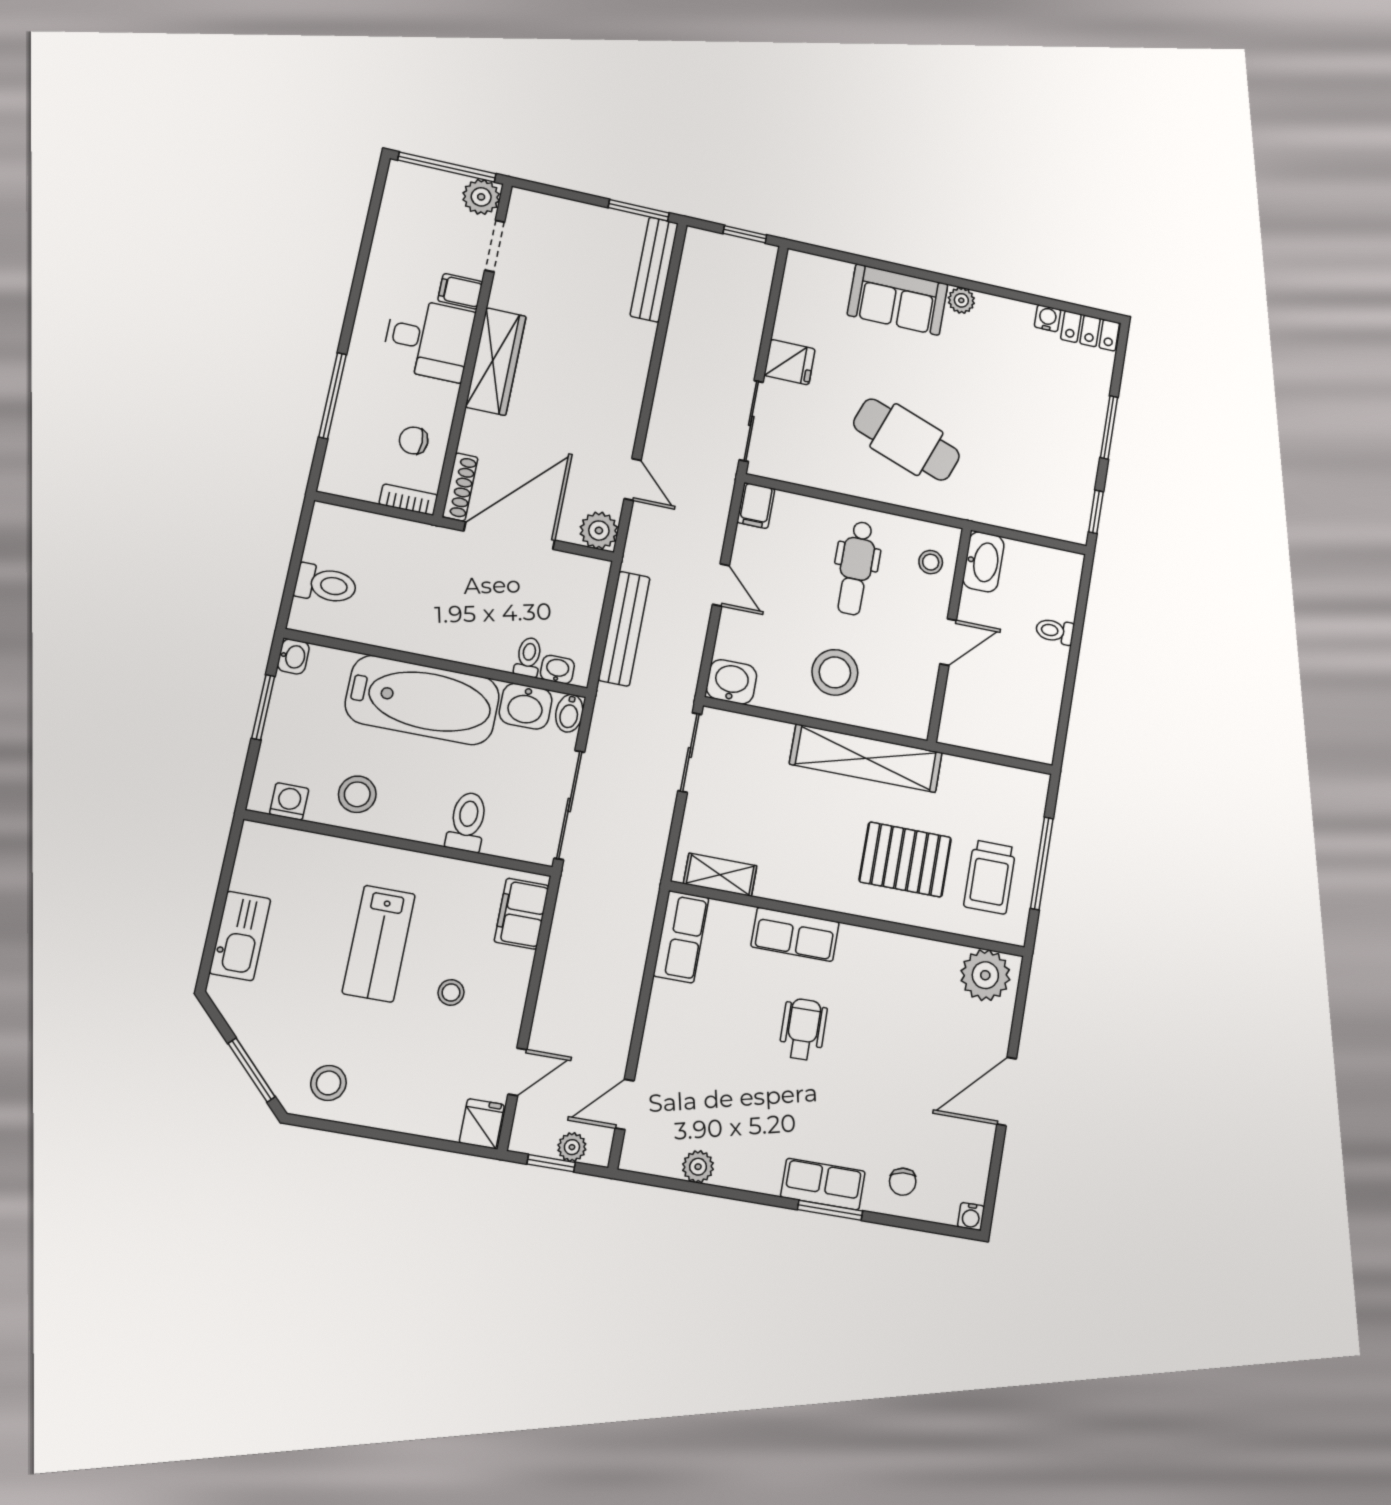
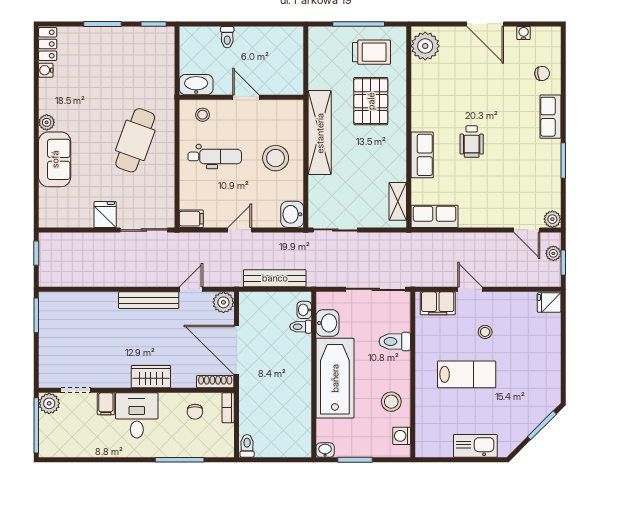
bench: (654, 269) -> (149, 300), moved
wardrobe: (496, 362) -> (151, 377), width x0.67
toilet: (326, 584) -> (247, 446), moved, width x0.73, depth x0.72
bidet: (569, 713) -> (327, 299), removed
wheelchair: (803, 1029) -> (472, 142), turned -89
door: (517, 1072) -> (470, 289), moved
stool: (329, 1083) -> (542, 385), removed
plant: (698, 1167) -> (552, 219), moved
window: (830, 1210) -> (563, 161), moved
water cooler: (971, 1216) -> (524, 33), moved, turned -90

